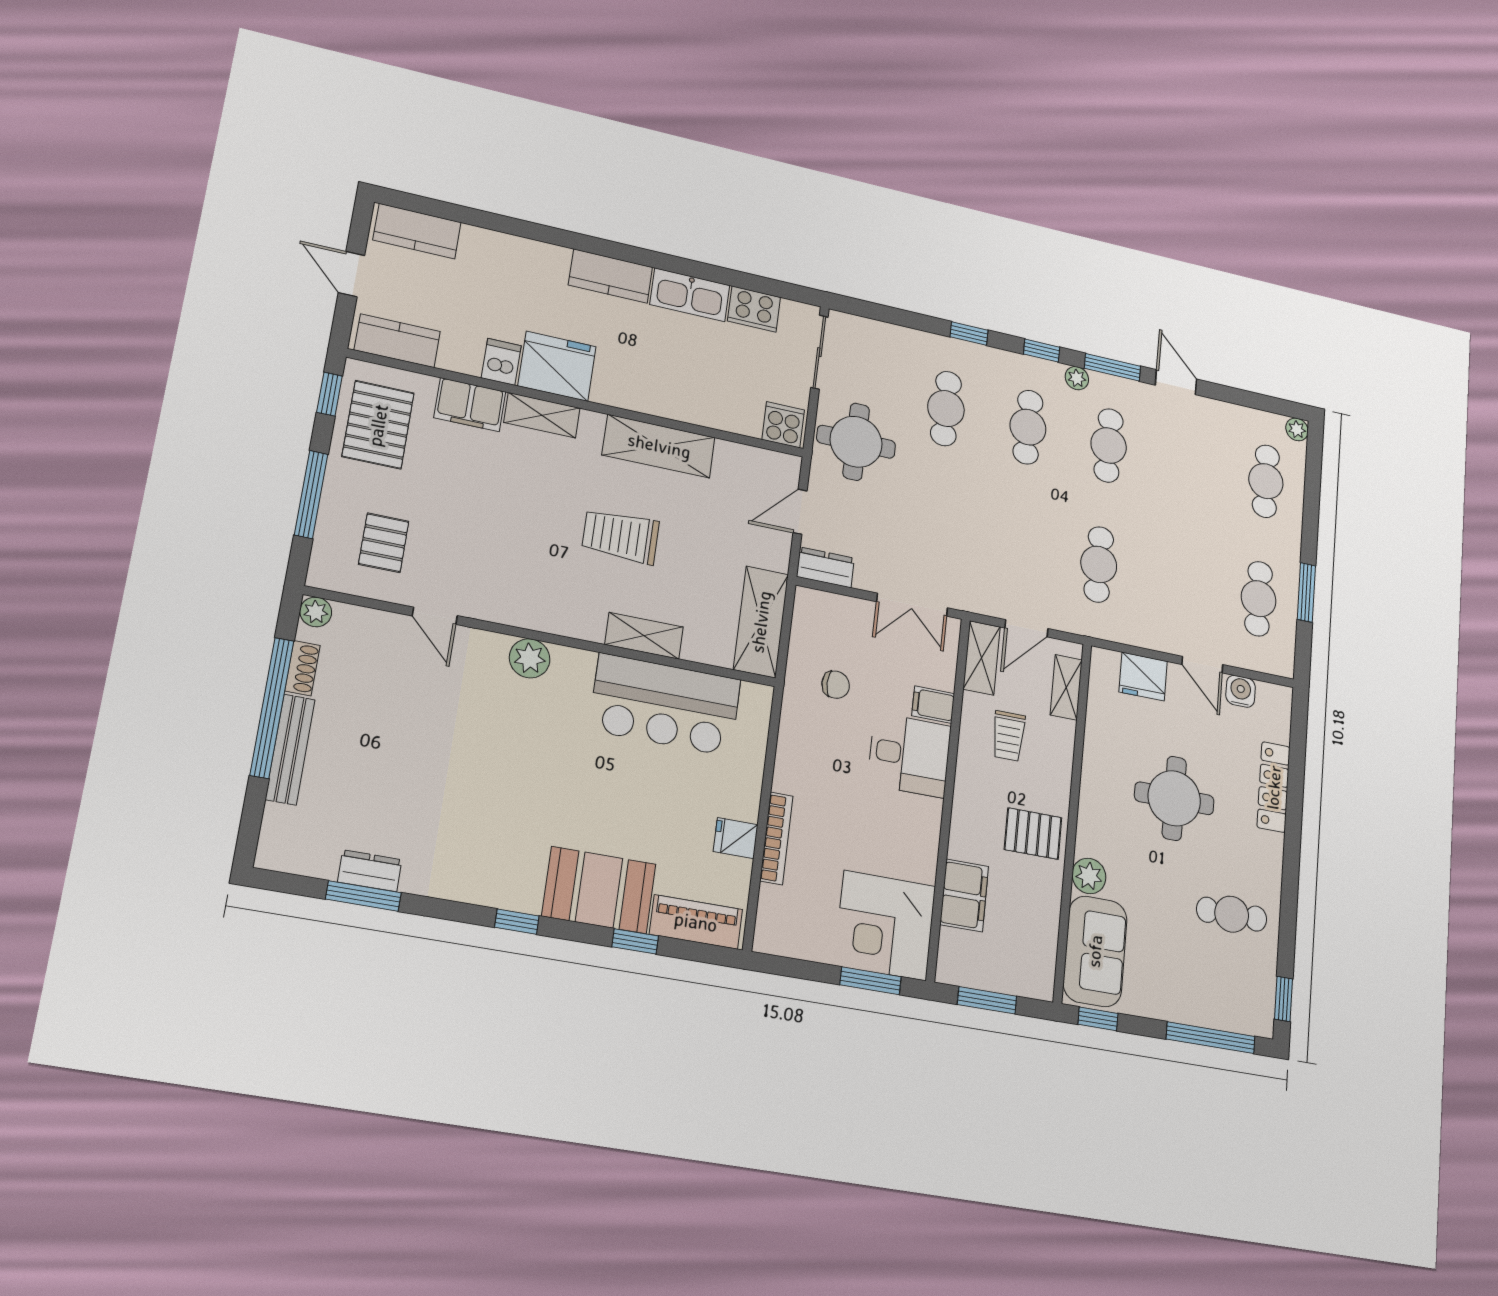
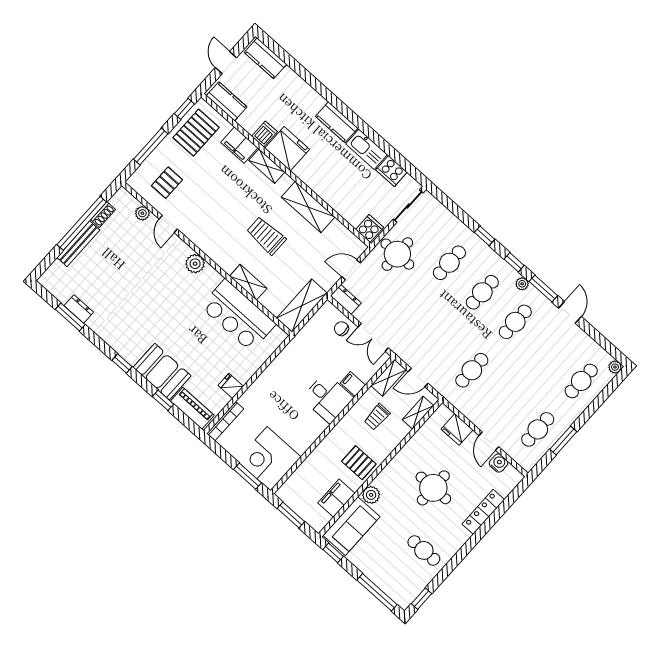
plant: (316, 612) -> (142, 213), moved
chair: (836, 685) -> (341, 329), moved, turned 180
bookcase: (776, 838) -> (225, 421), moved
filing cabinet: (964, 895) -> (336, 498), moved, turned 180

